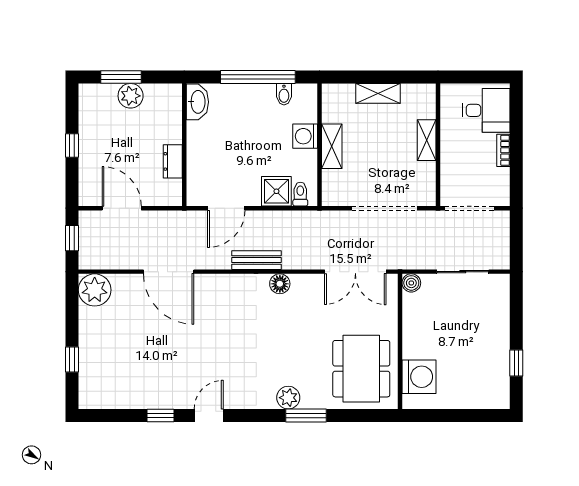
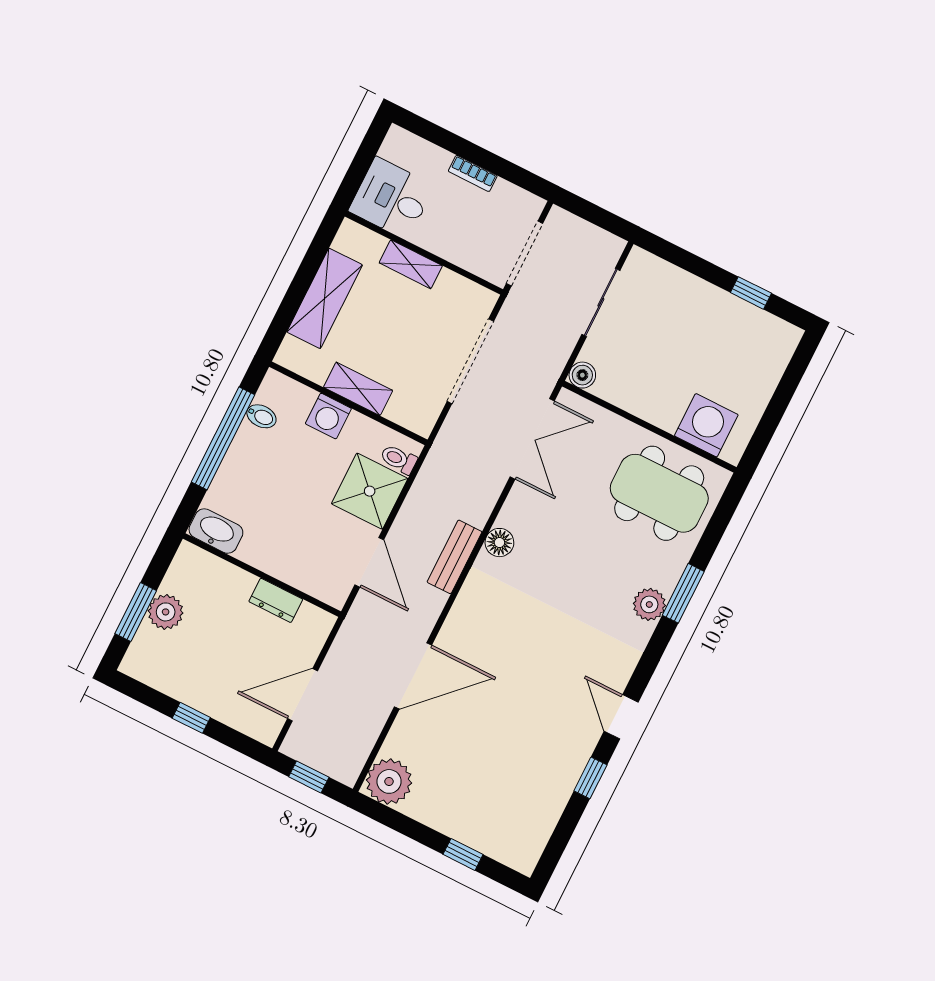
shelving: (378, 93) -> (325, 298), width x1.50, depth x1.33
desk: (486, 110) -> (392, 198), moved, turned -90
shower: (276, 191) -> (370, 491), width x1.36, depth x1.36

